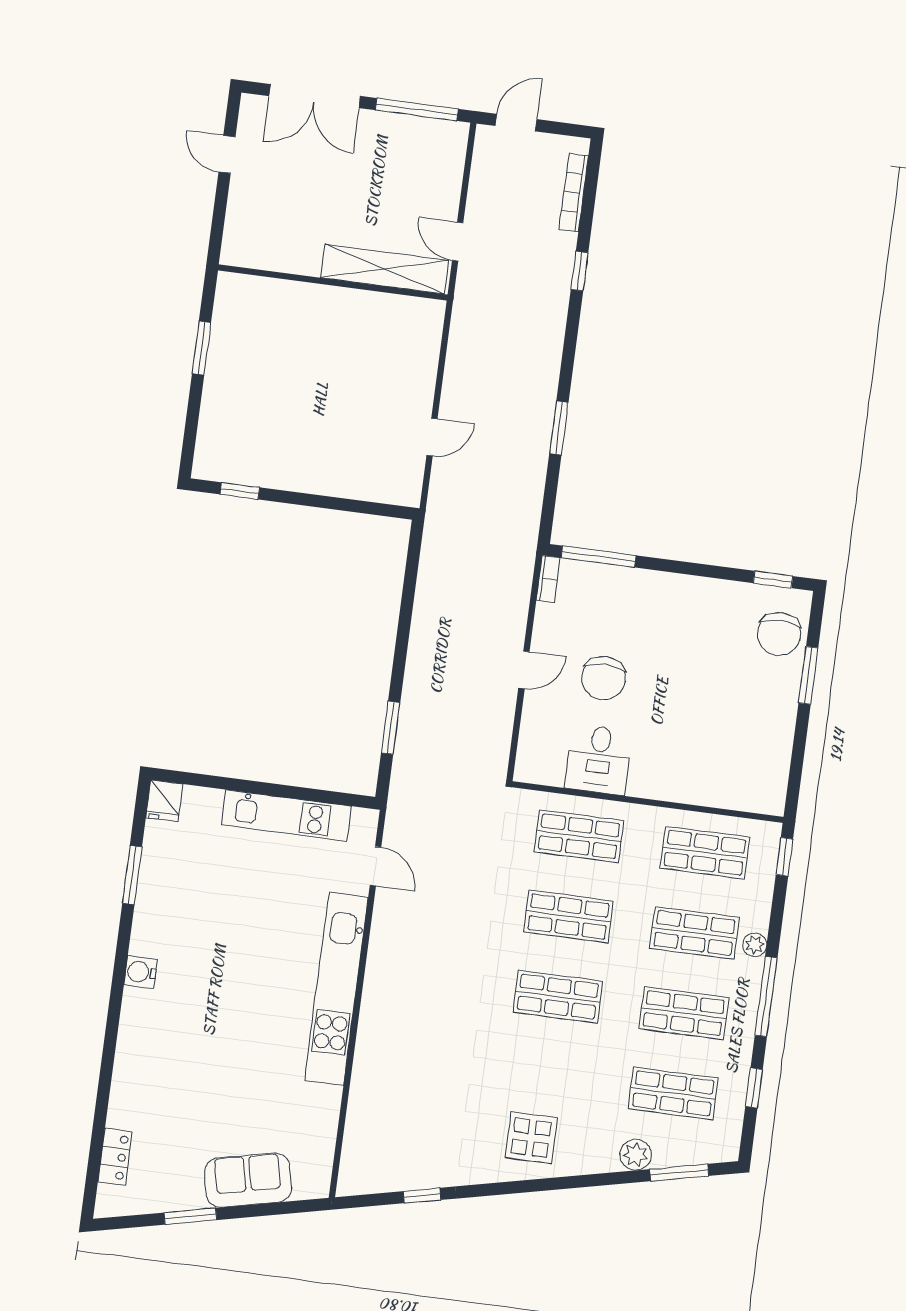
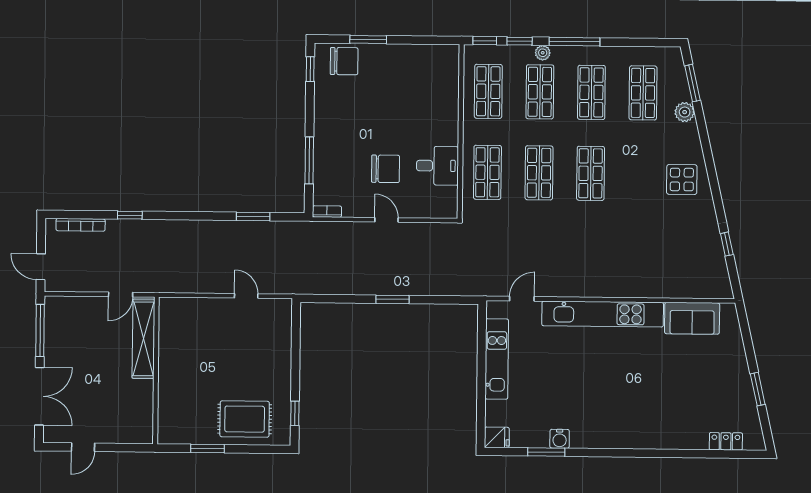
rug: (240, 411) -> (245, 419), added
window: (559, 428) -> (253, 216), moved
window: (598, 557) -> (309, 160), moved
window: (391, 728) -> (393, 299), moved
water cooler: (141, 972) -> (560, 439), moved
window: (754, 1088) -> (520, 41), moved
sofa: (248, 1180) -> (692, 318), moved, turned -77

